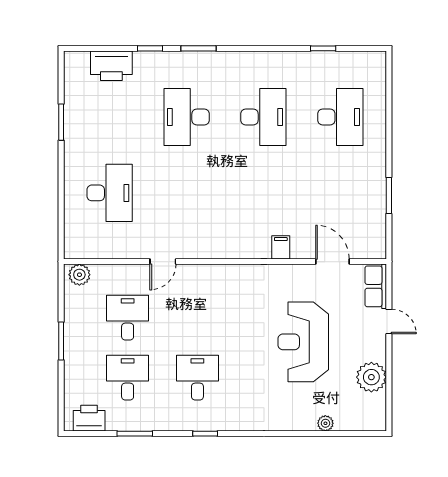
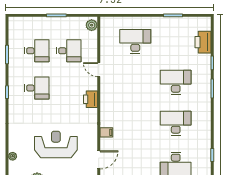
desk: (263, 117) -> (176, 123), turned 180
desk: (110, 193) -> (135, 41), turned 180
printer: (89, 418) -> (90, 99), moved, turned 180

